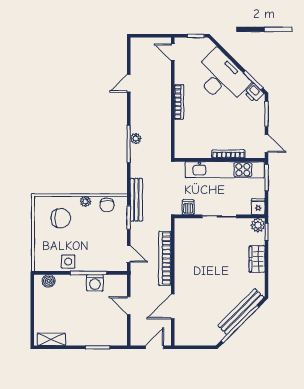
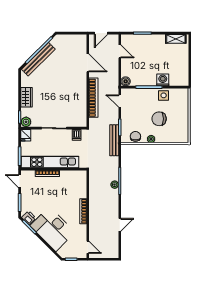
chair: (61, 218) -> (159, 119), moved
boiler: (49, 281) -> (126, 81), moved
washing machine: (95, 283) -> (163, 80), moved
door: (129, 306) -> (120, 51), moved
door: (173, 306) -> (88, 63), hinge flipped

